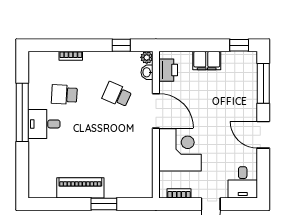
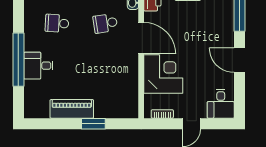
school desk: (117, 95) -> (105, 23), turned -33
window: (22, 112) -> (18, 60), moved
desk: (44, 124) -> (38, 66), moved

